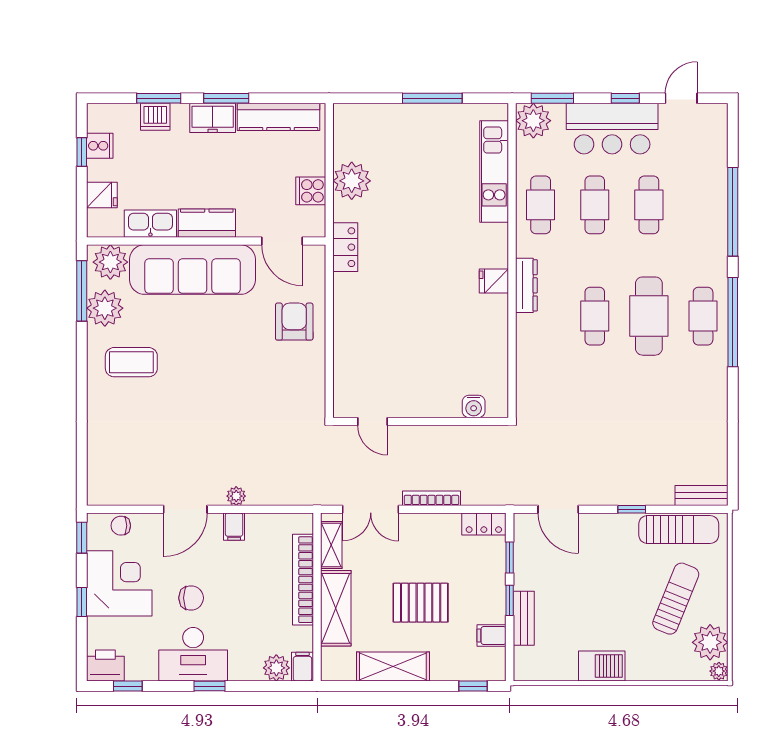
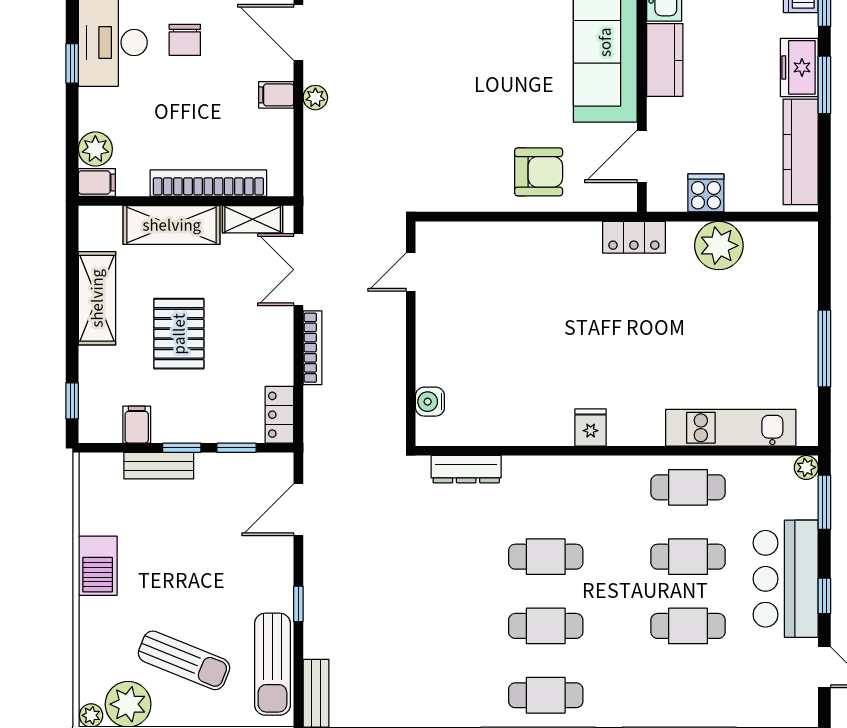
plant: (533, 121) -> (806, 467), width x0.53, depth x0.53
dresser: (526, 285) -> (466, 469), moved
cafe table: (649, 316) -> (546, 626), width x0.73, depth x0.74

